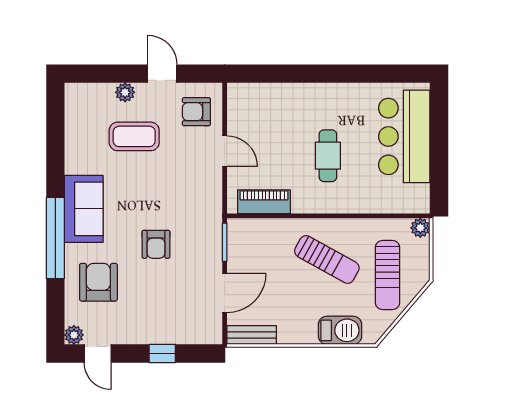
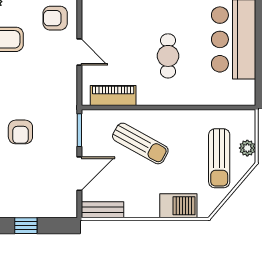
plant: (420, 228) -> (247, 148), moved
sun lounger: (327, 259) -> (140, 143), moved

